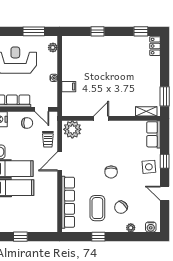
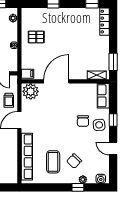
locker: (155, 46) -> (105, 22), width x1.53
pallet: (79, 69) -> (36, 37), added
filing cabinet: (69, 87) -> (27, 74), moved
door: (101, 118) -> (56, 81), width x1.88
chair: (111, 172) -> (83, 121), moved
window: (98, 237) -> (78, 187), moved

